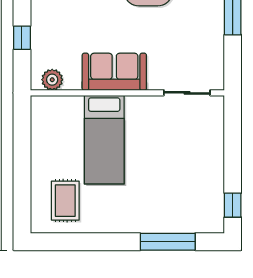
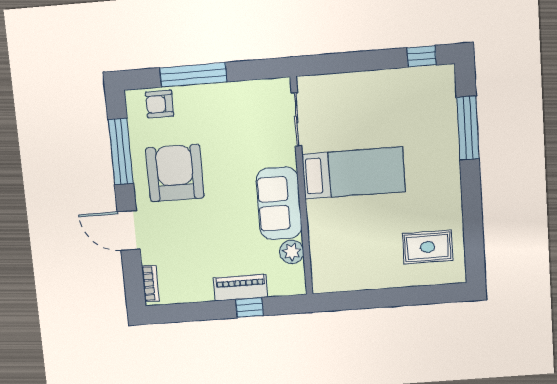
piano: (41, 31) -> (241, 288), added
plant: (52, 80) -> (292, 252), moved
bed: (104, 140) -> (354, 173), moved

